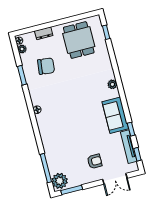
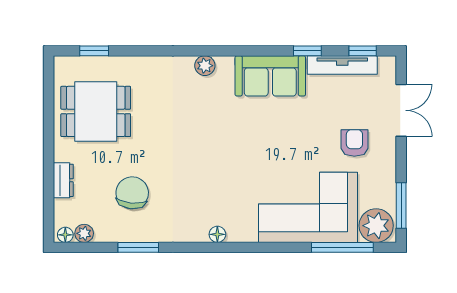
corner sofa: (60, 148) -> (308, 207), added

